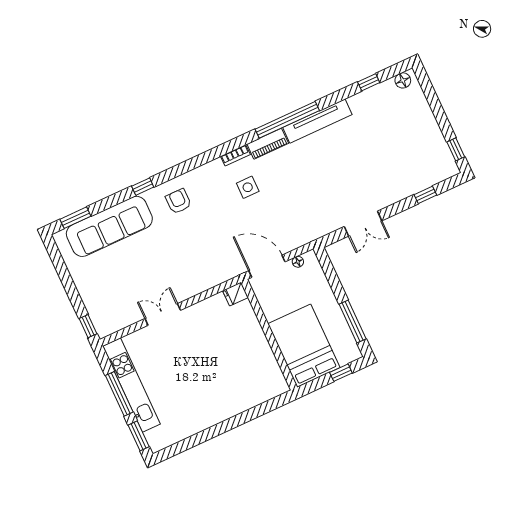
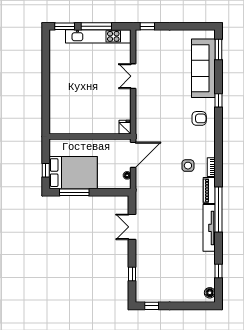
double door: (163, 314) -> (133, 76), swing flipped
bed: (304, 346) -> (73, 173), moved

